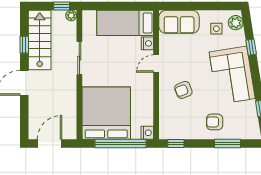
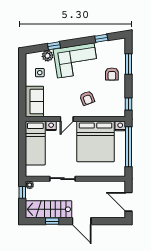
plant: (236, 23) -> (48, 56), moved
door: (156, 64) -> (67, 119), hinge flipped
bed: (106, 113) -> (96, 142), moved, turned -90

